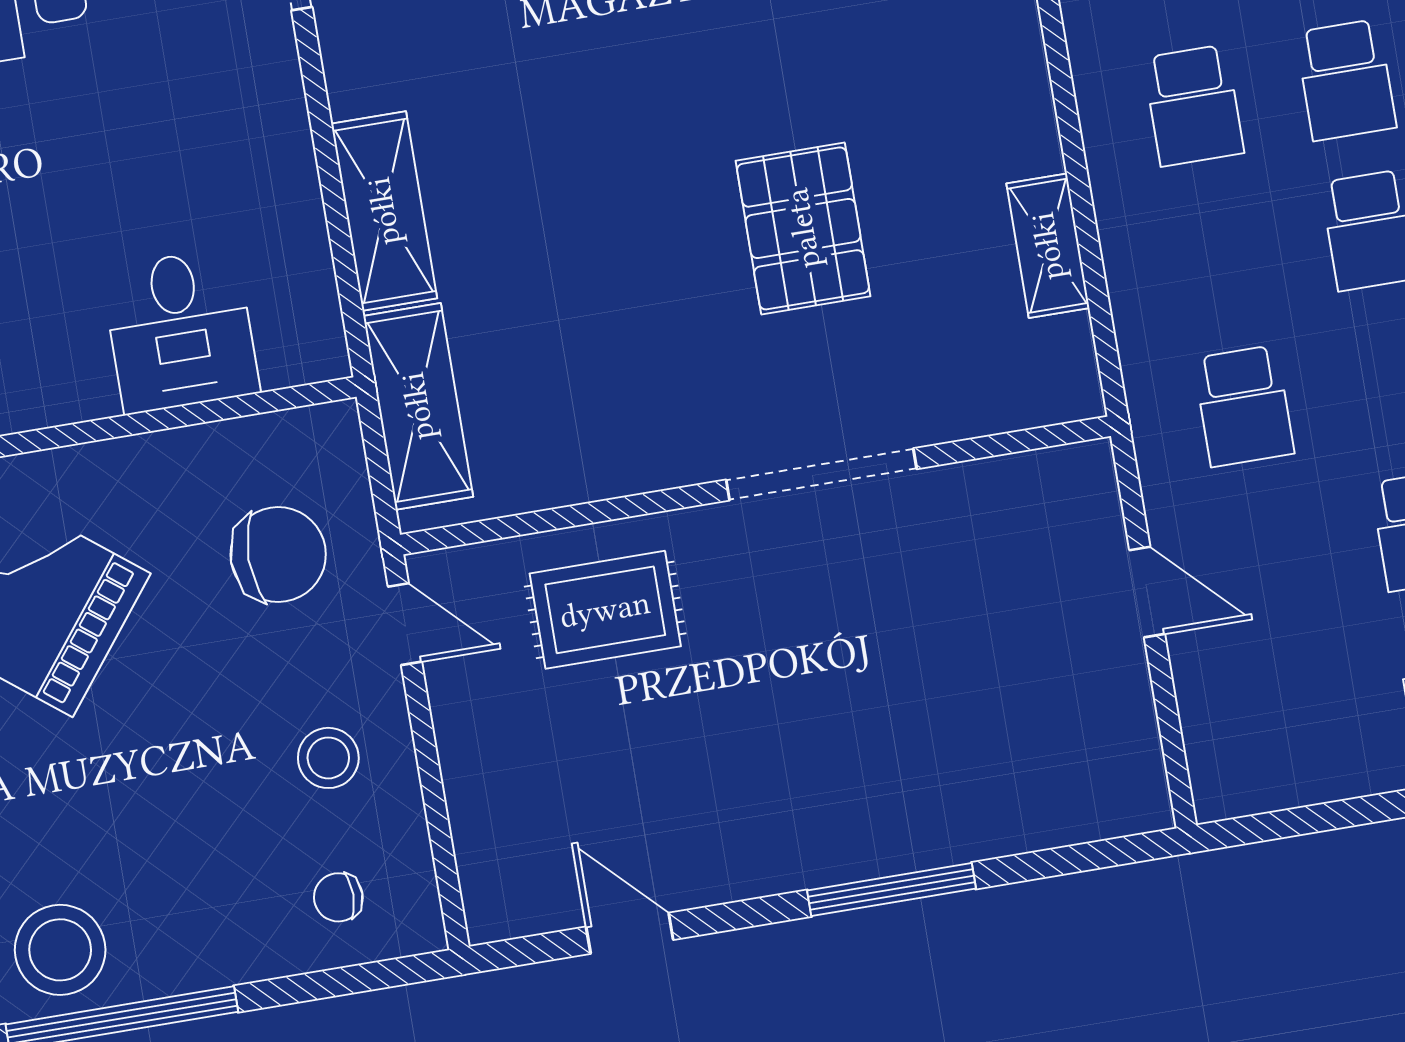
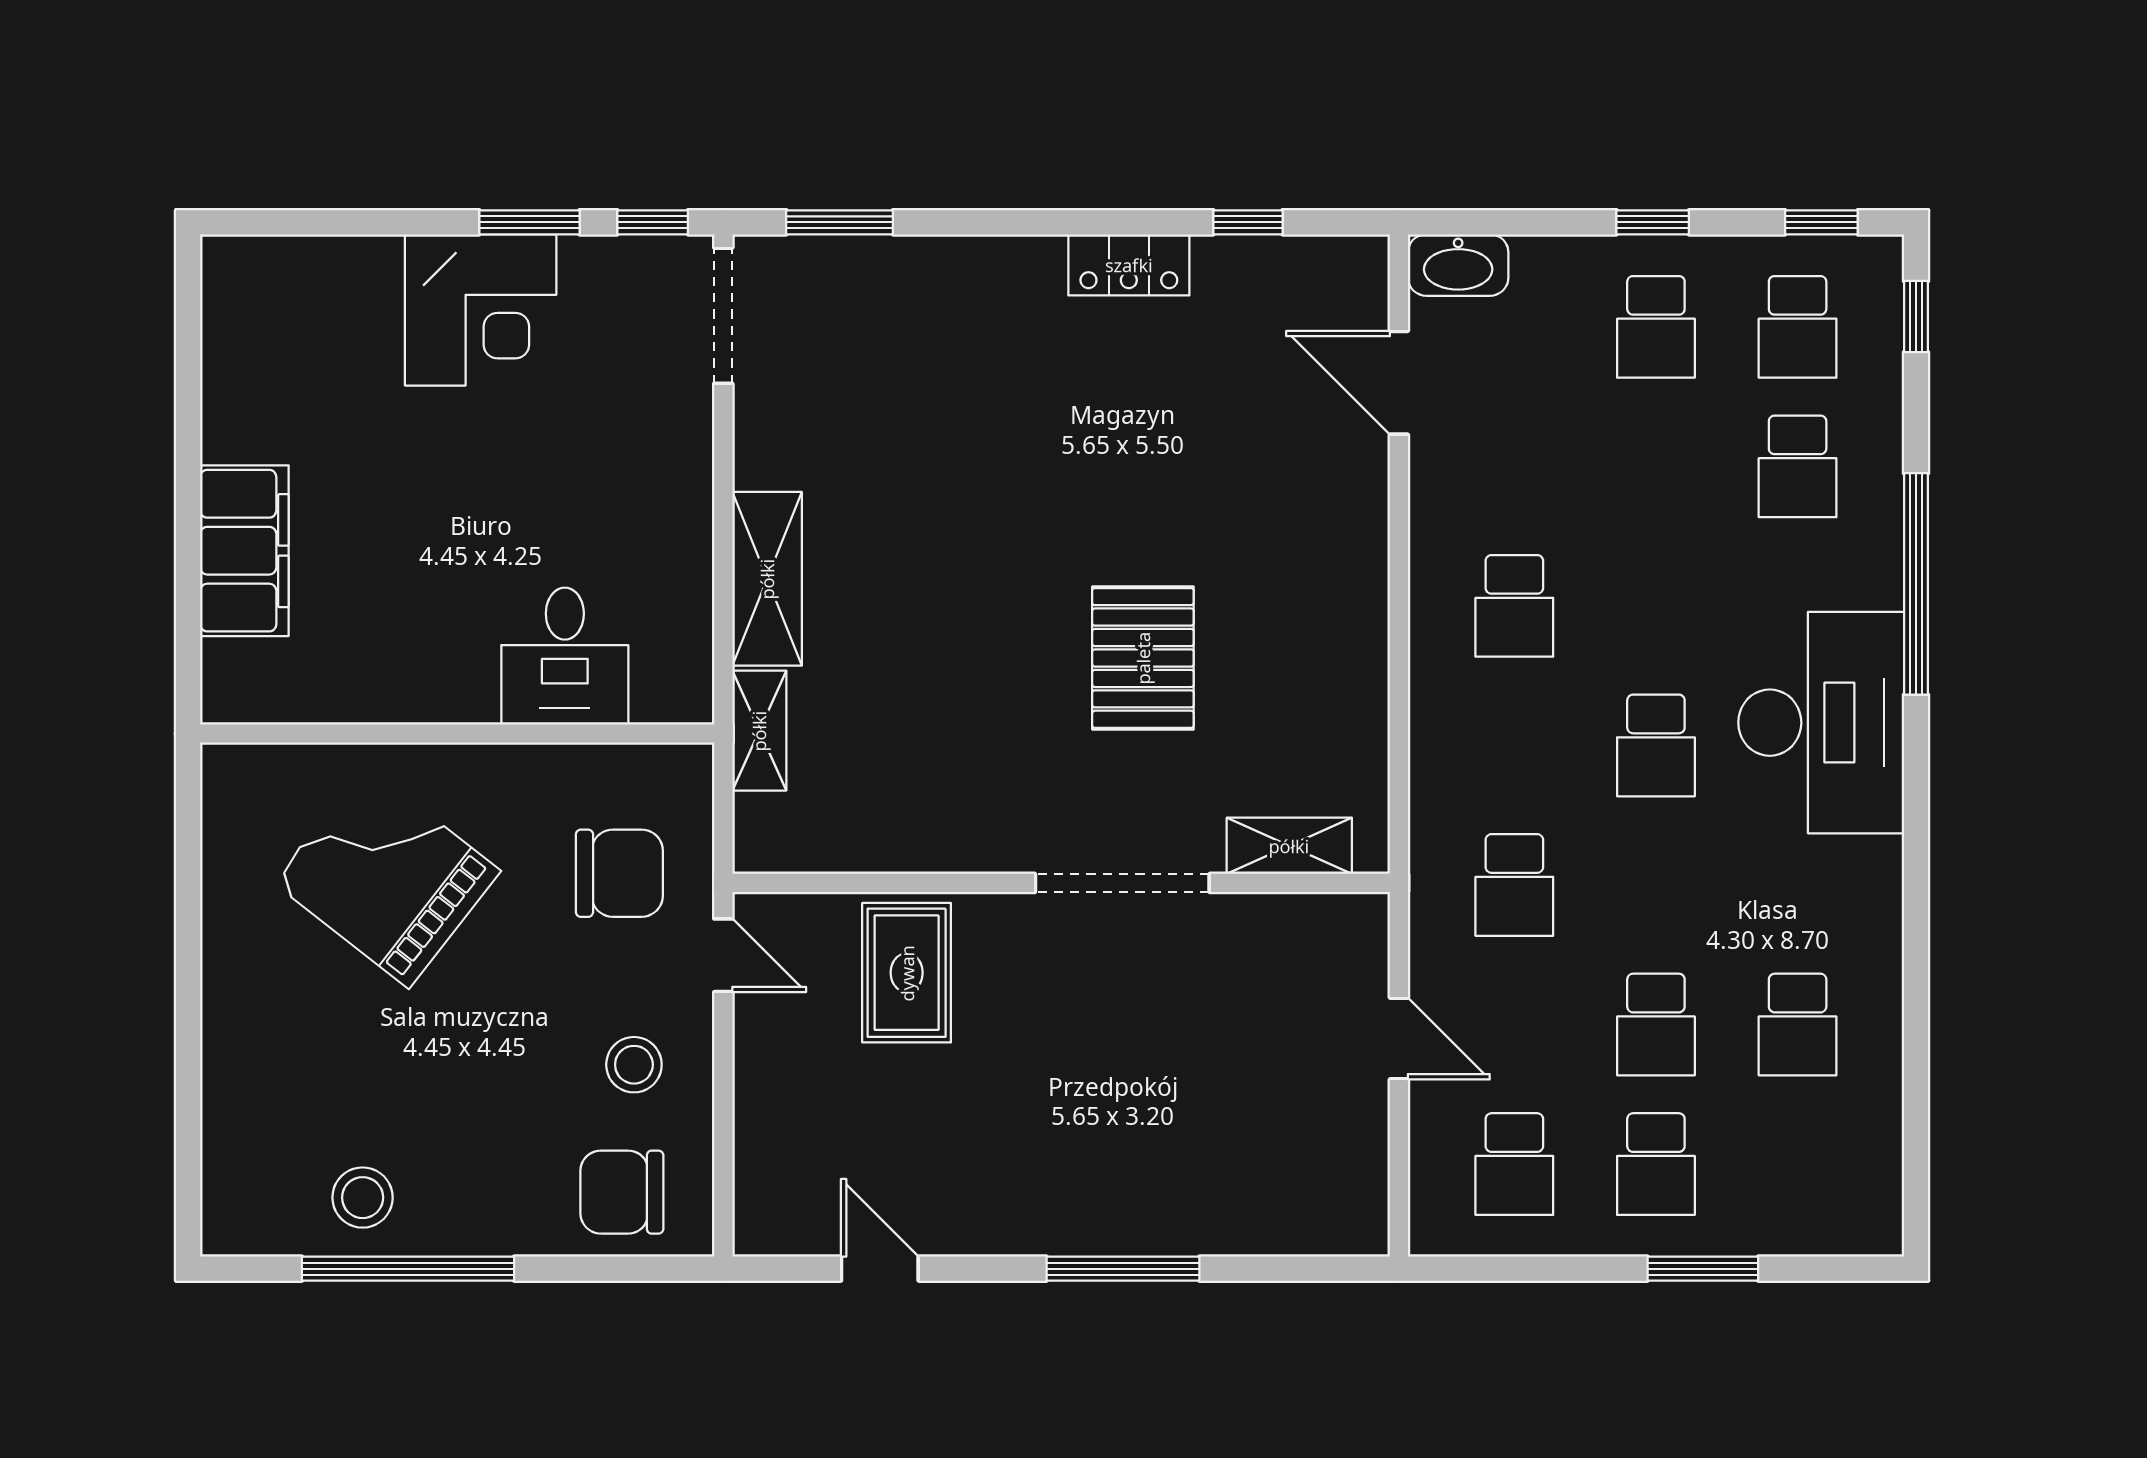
school desk: (1346, 80) -> (1514, 1164), moved
shelving: (1048, 246) -> (1289, 846), moved, turned 90
shelving: (418, 406) -> (759, 731), width x0.67, depth x0.75
rug: (605, 610) -> (907, 973), turned 90
chair: (338, 897) -> (622, 1192), width x1.87, depth x1.87
stool: (60, 950) -> (363, 1198), width x0.73, depth x0.73

